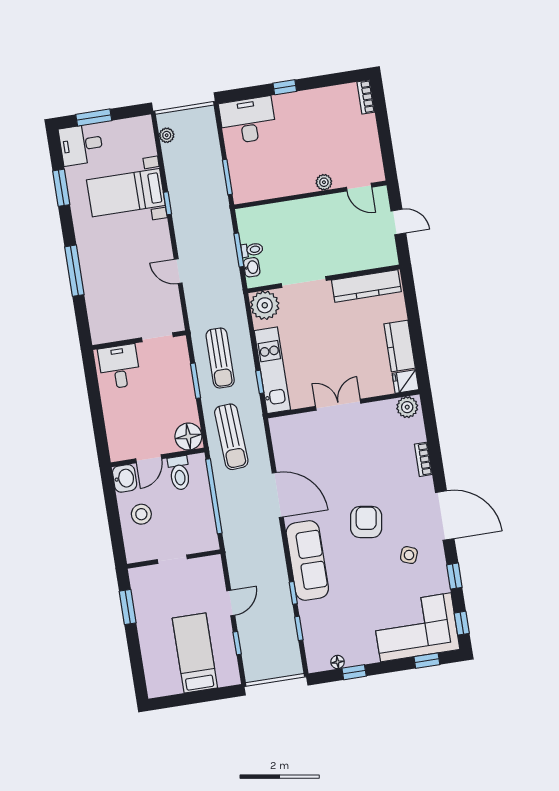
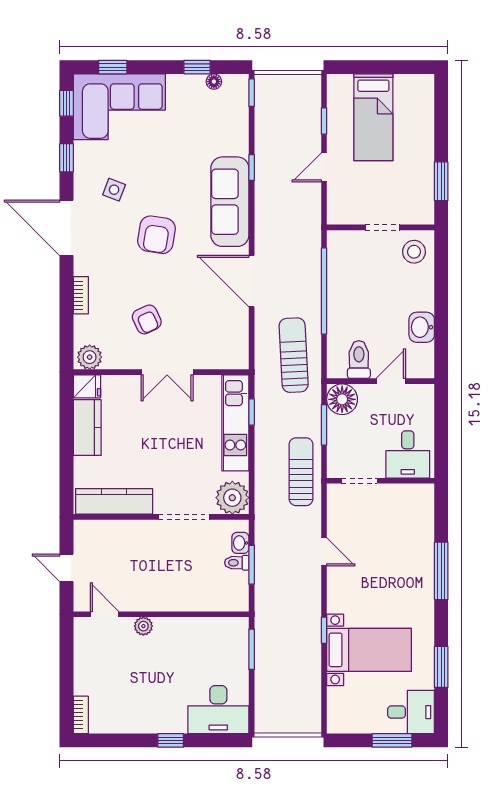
plant: (167, 135) -> (313, 707), removed
sun lounger: (220, 358) -> (301, 472), moved
floor lamp: (188, 436) -> (342, 399), moved
armchair: (363, 447) -> (147, 319), added
wall: (158, 457) -> (381, 381), moved
door: (149, 459) -> (391, 381), moved
toilet: (179, 473) -> (359, 360), moved
stool: (141, 514) -> (414, 252), moved
window: (299, 628) -> (252, 93), moved

